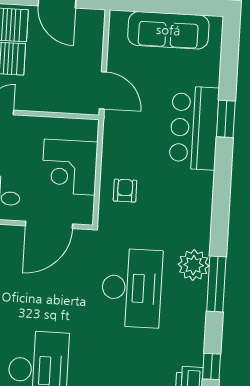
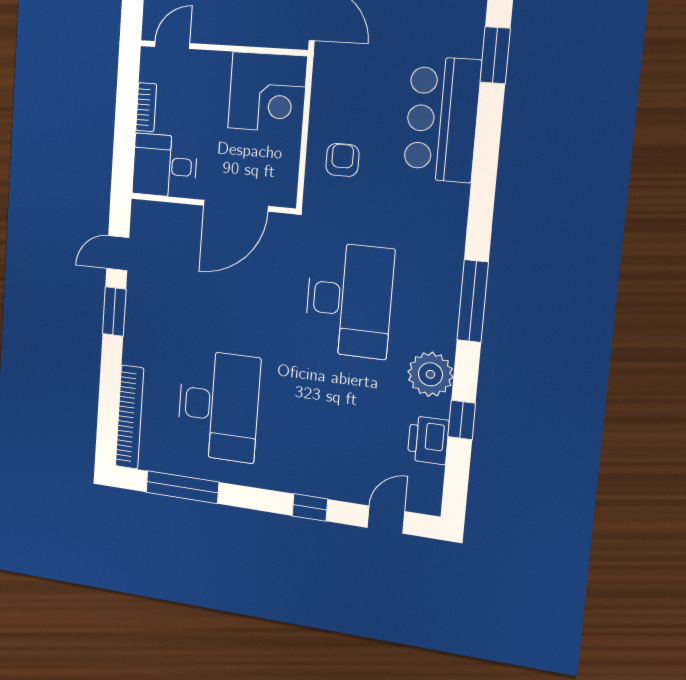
bar counter: (194, 128) -> (442, 119), moved
corner desk: (70, 167) -> (267, 92), moved, turned -90
plant: (194, 265) -> (430, 374), moved

